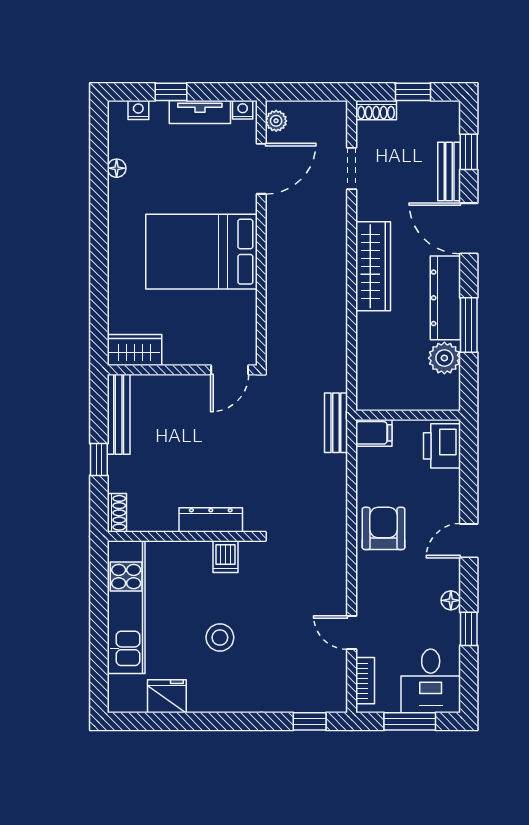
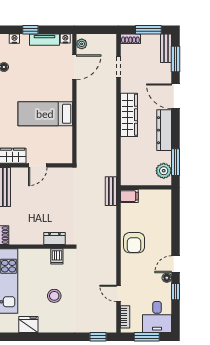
window: (413, 92) -> (148, 30), width x1.50
window: (469, 152) -> (176, 59), width x1.50
bench: (449, 171) -> (166, 48), moved
bed: (201, 252) -> (45, 114), width x0.67
window: (469, 325) -> (176, 162), moved
plant: (444, 358) -> (164, 171), moved
door: (230, 370) -> (38, 165), moved
printer: (442, 446) -> (163, 202), removed
dresser: (211, 520) -> (54, 238), width x0.70
armchair: (384, 528) -> (134, 243), turned 180
door: (469, 541) -> (176, 264), moved

